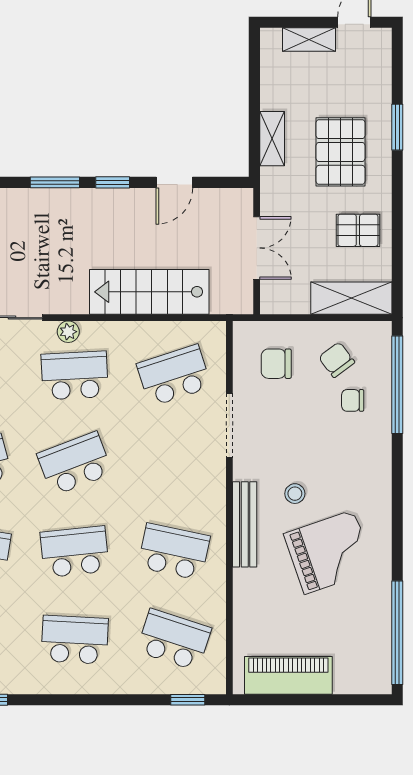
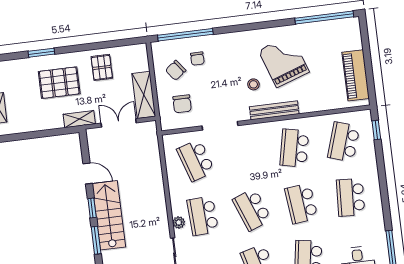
shelving: (272, 139) -> (79, 119), moved
stairs: (149, 292) -> (109, 215), moved, turned 180
shelving: (351, 298) -> (144, 95), moved

